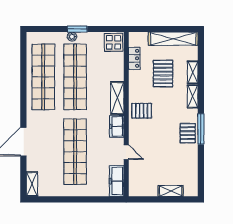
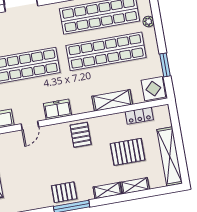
window: (77, 29) -> (165, 65), moved
plant: (72, 37) -> (148, 22), moved
shelving: (117, 98) -> (112, 100), moved

